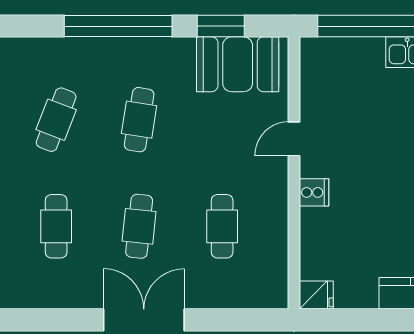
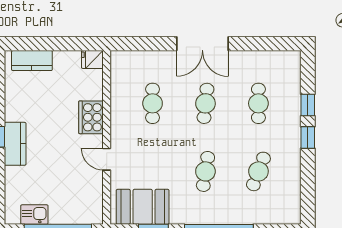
door: (294, 139) -> (107, 159), swing flipped
cooker: (314, 192) -> (91, 117), width x1.87, depth x1.31

